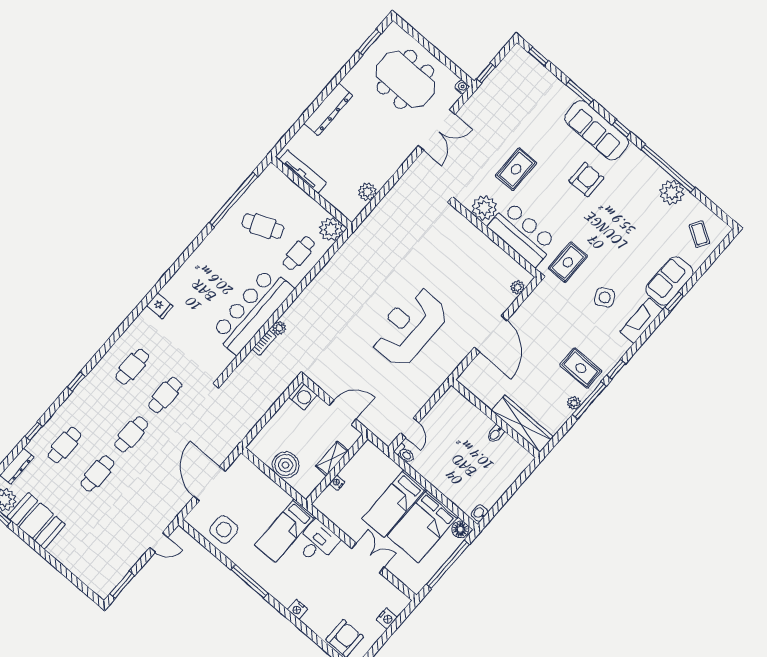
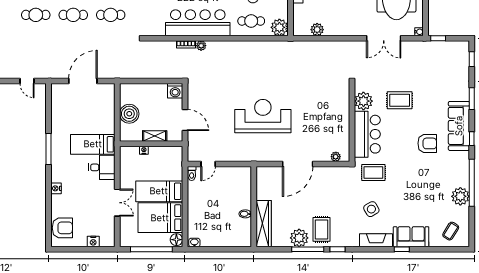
plant: (574, 403) -> (299, 238), width x1.88, depth x1.88
side table: (224, 530) -> (65, 111), removed

